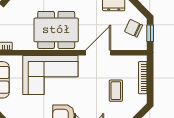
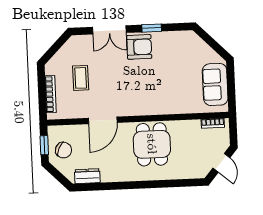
dining table: (56, 30) -> (152, 144), width x0.73
corner sofa: (50, 75) -> (156, 93), removed

